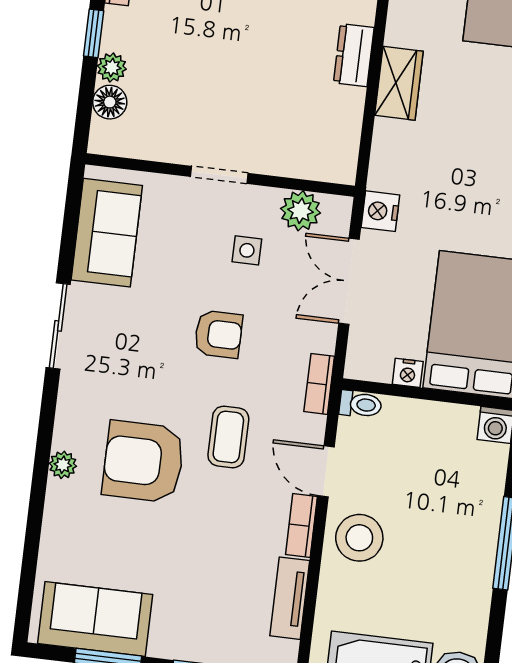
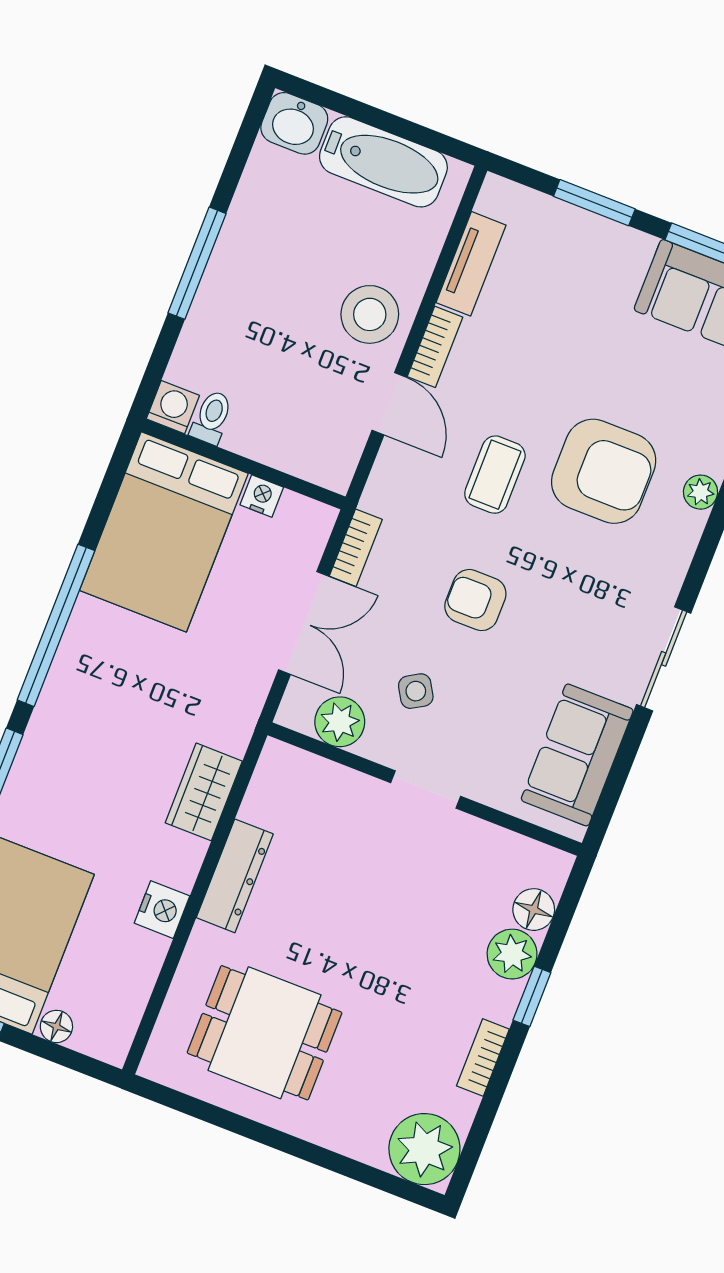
dresser: (354, 55) -> (235, 876), width x1.44
plant: (112, 67) -> (512, 954), width x1.38, depth x1.38
wardrobe: (399, 83) -> (204, 792), moved
nightstand: (380, 211) -> (162, 910), moved
side table: (247, 250) -> (416, 691), turned -31
bookcase: (319, 384) -> (356, 548), moved
toilet: (360, 404) -> (212, 417), moved, turned 90

